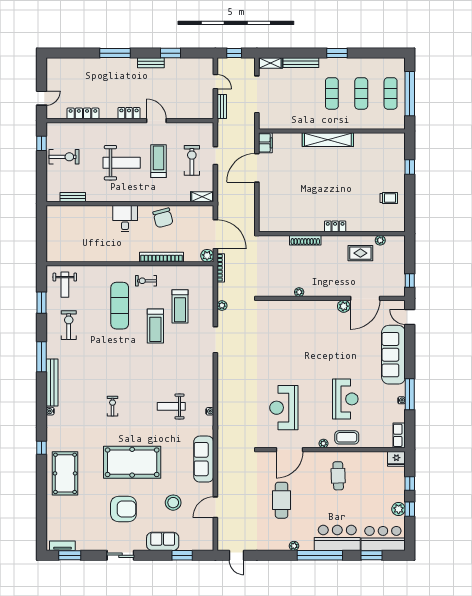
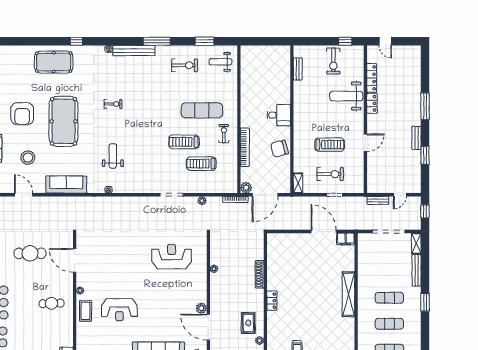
locker: (129, 113) -> (372, 103), moved
weight bench: (122, 163) -> (346, 96), moved, turned 90
reception desk: (284, 408) -> (172, 257), moved

